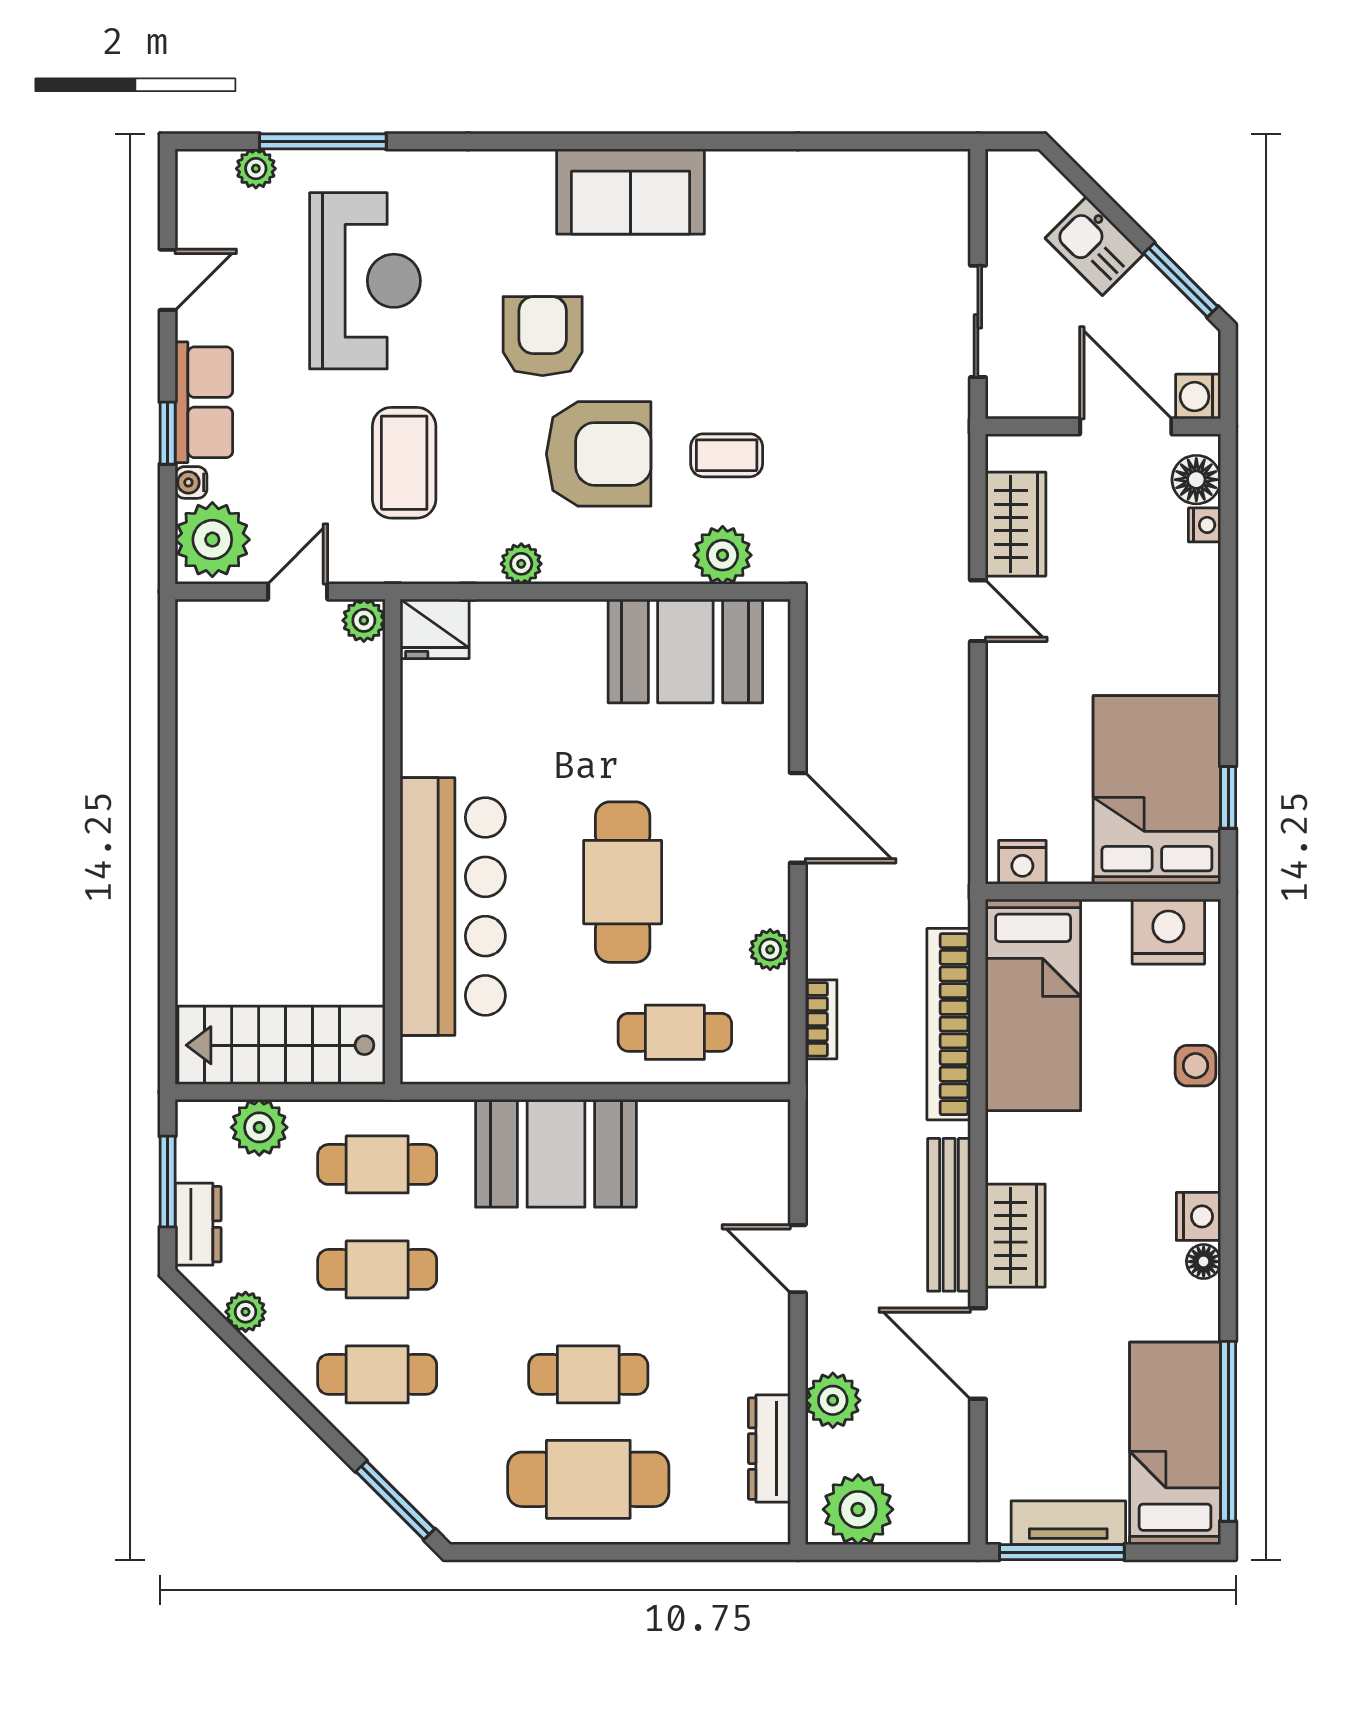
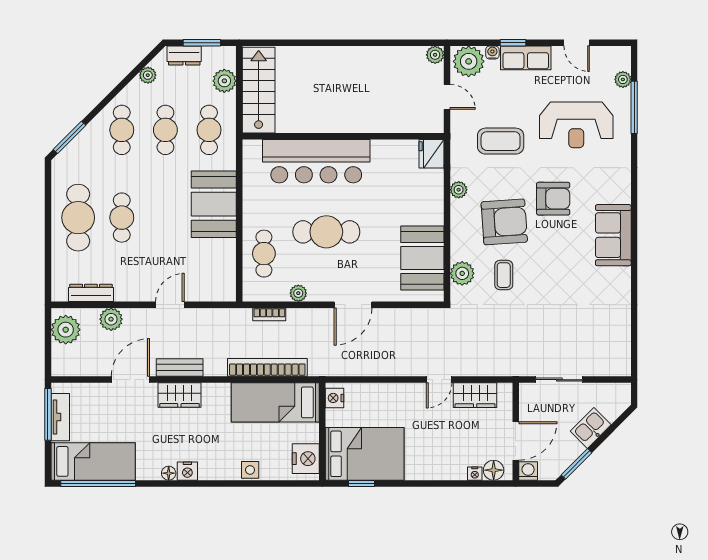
armchair: (599, 454) -> (504, 222), turned -94
plant: (364, 620) -> (435, 55), moved
bench: (949, 1215) -> (180, 368), width x0.73

